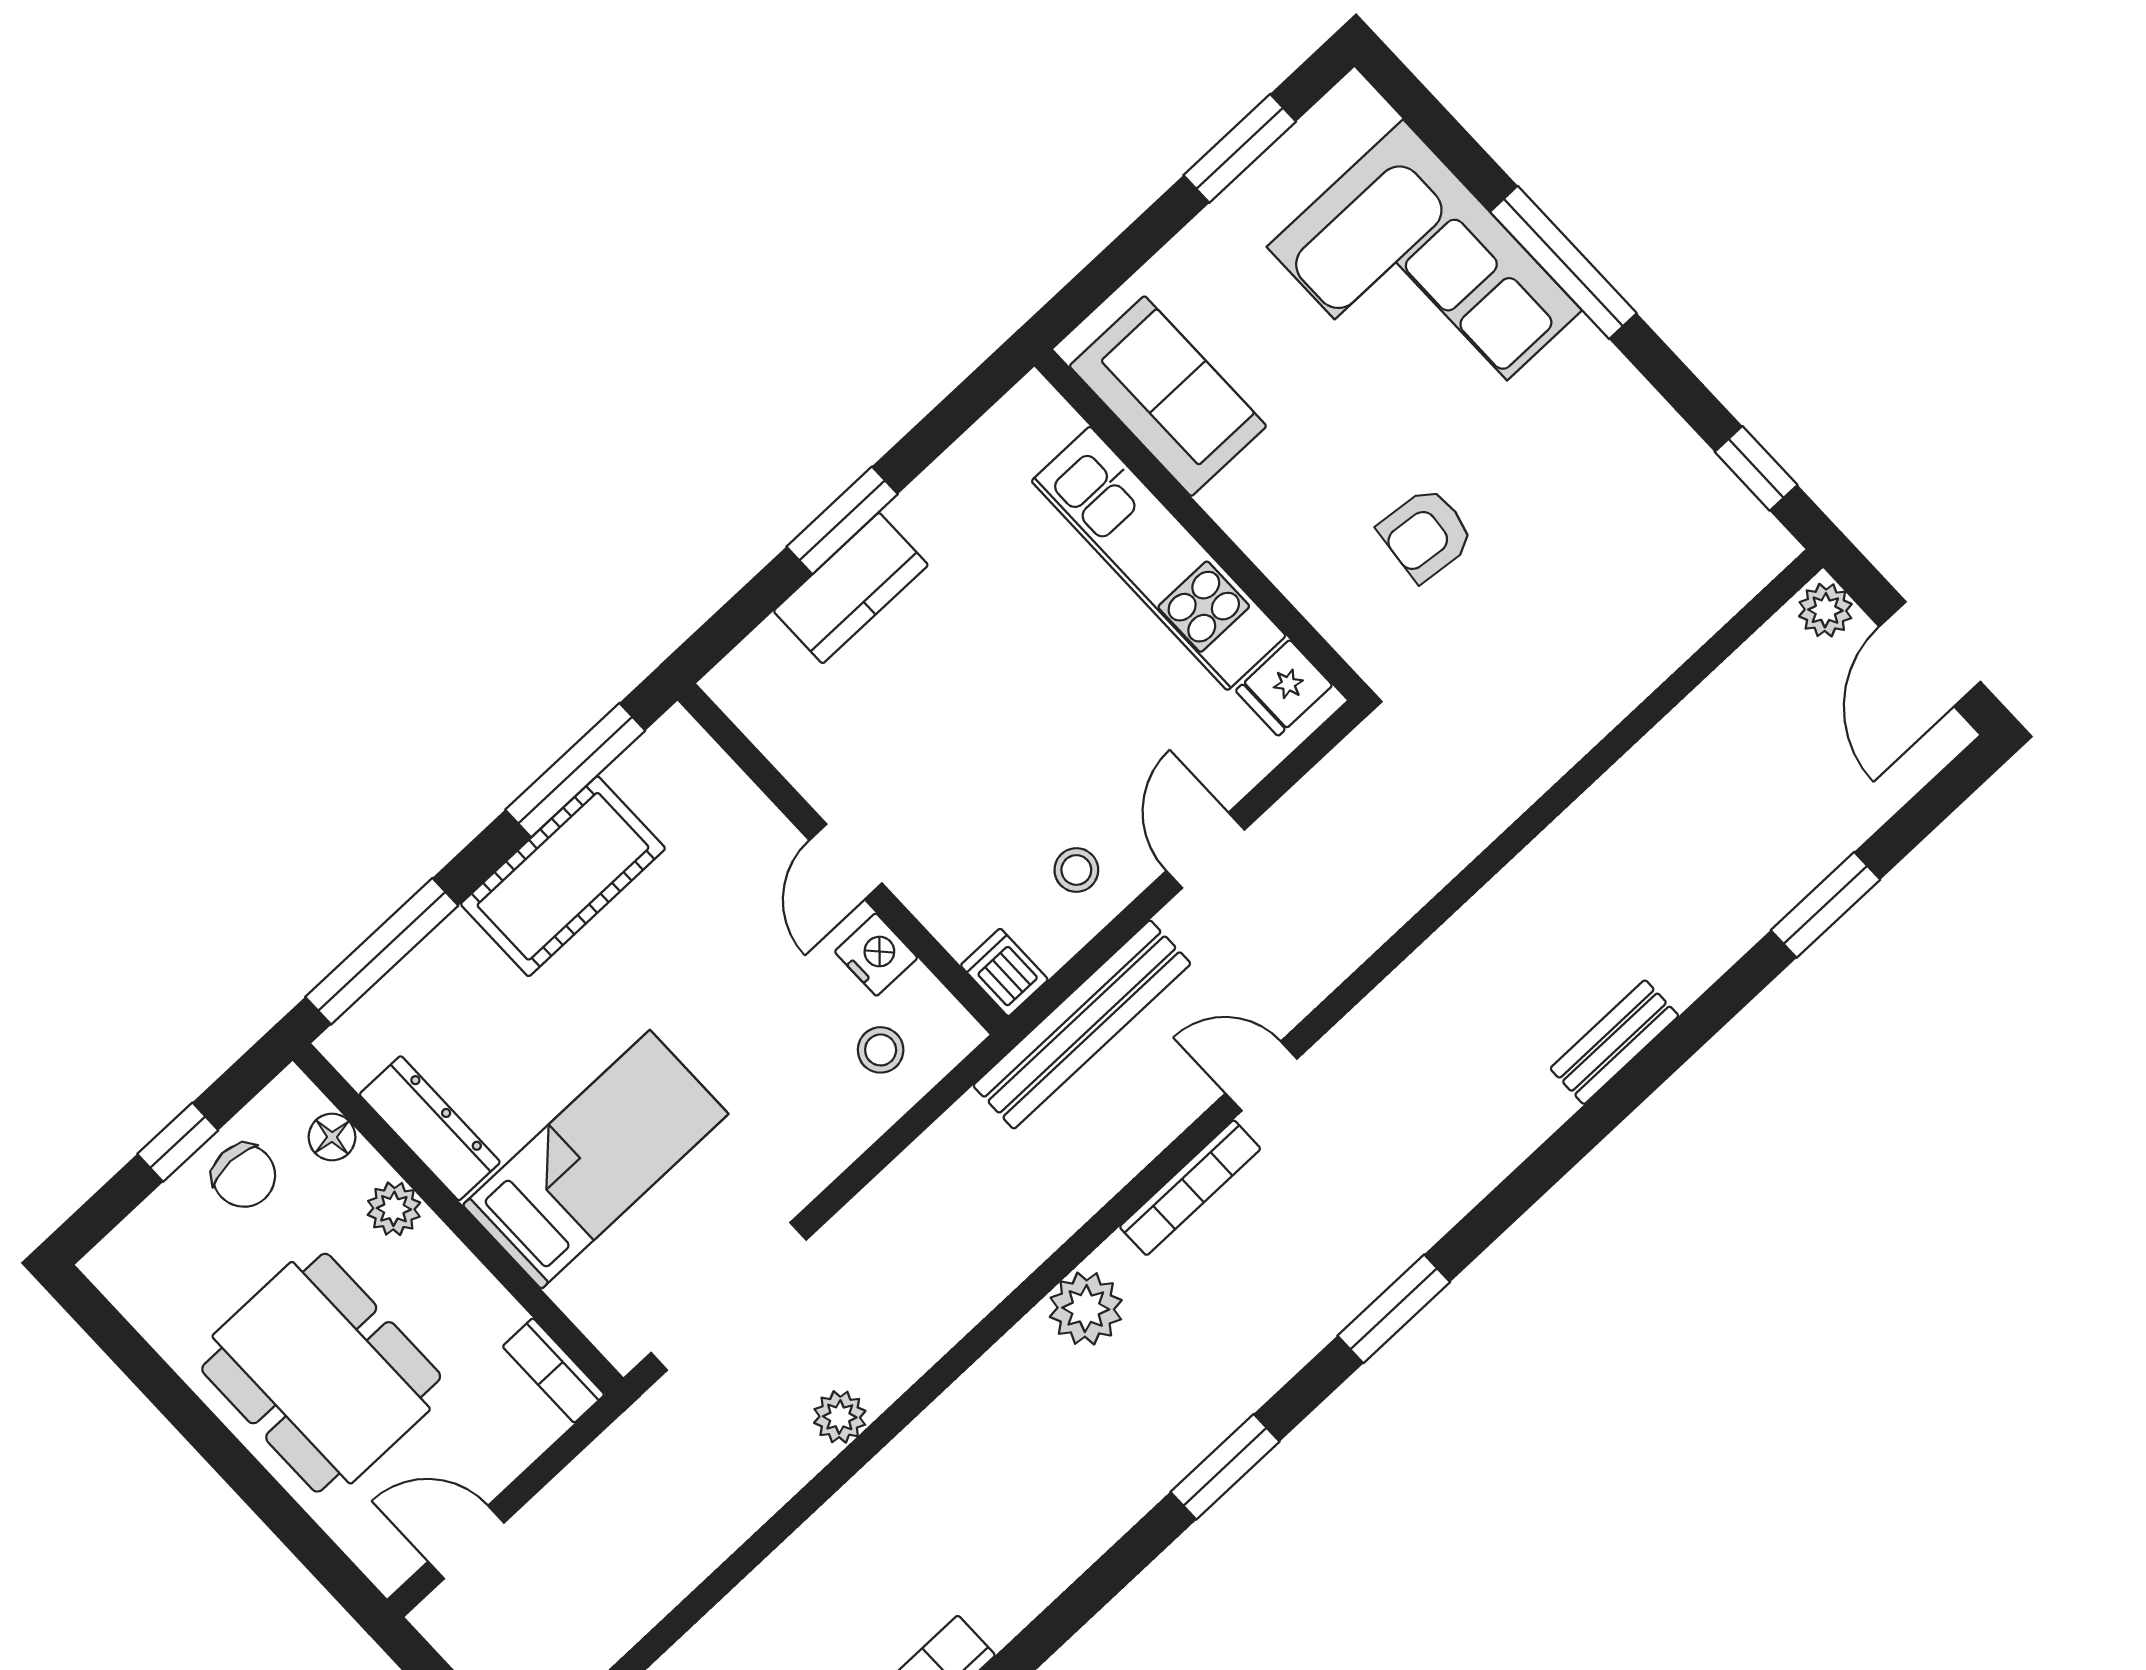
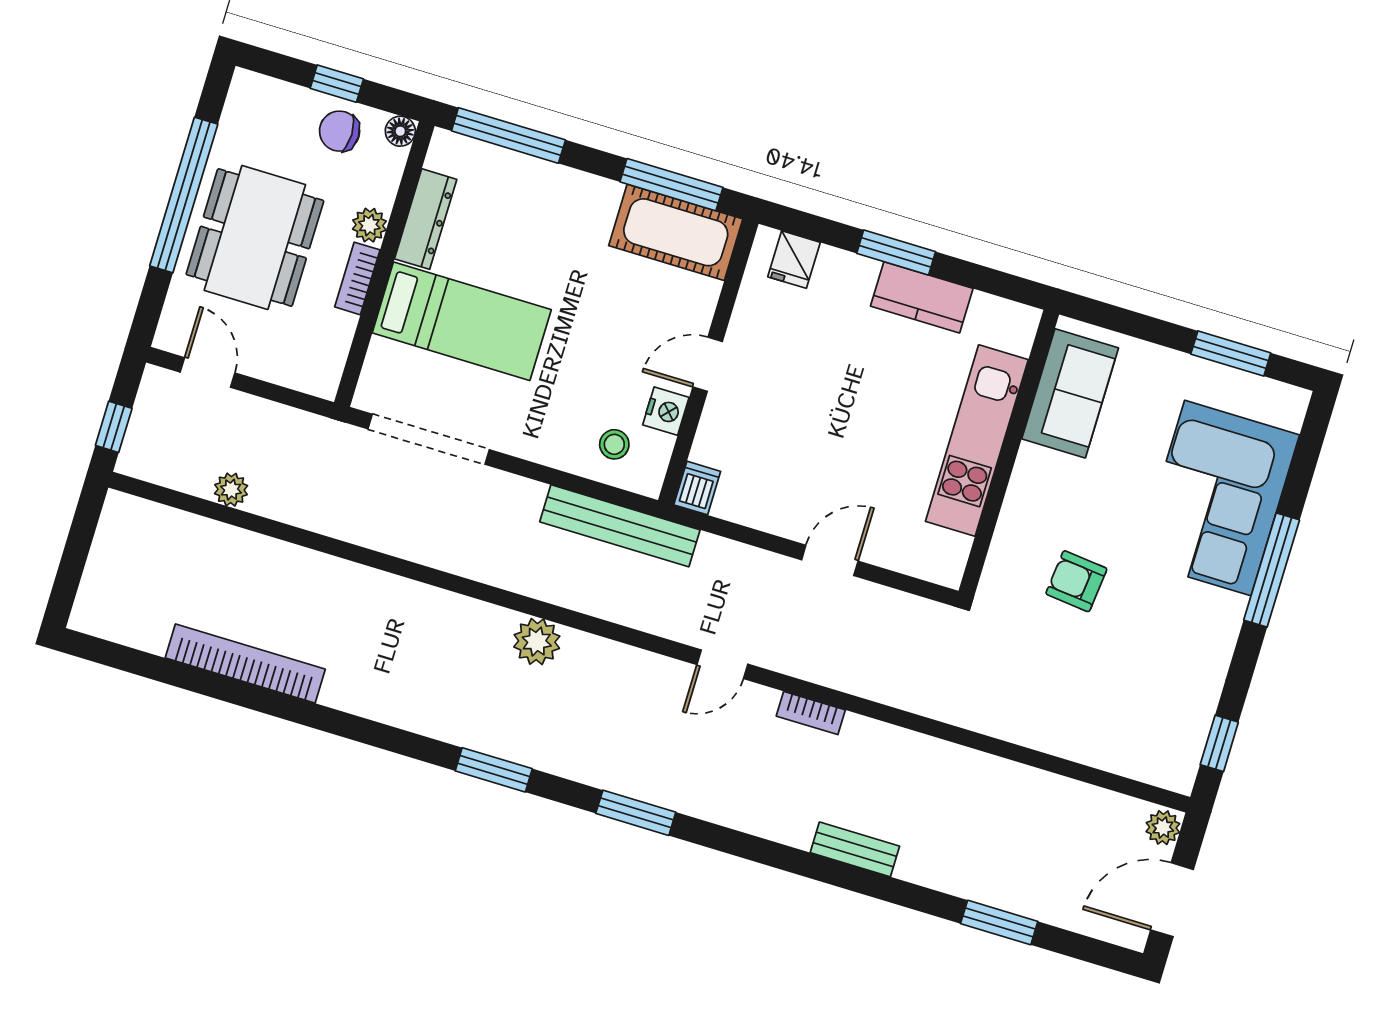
kitchen counter: (851, 588) -> (922, 297), moved
fridge: (1284, 688) -> (794, 260), moved, turned -90
stool: (1076, 870) -> (777, 495), removed
cot: (563, 876) -> (676, 232), moved
bench: (1082, 1025) -> (620, 526), moved
door: (1261, 1076) -> (722, 664), swing flipped
floor lamp: (332, 1137) -> (400, 131), moved
chair: (244, 1176) -> (340, 131), turned 90
bookcase: (1190, 1188) -> (811, 713), moved, width x0.64
bookcase: (554, 1371) -> (357, 278), moved
plant: (840, 1417) -> (231, 490), moved
window: (208, 1435) -> (184, 195), added

